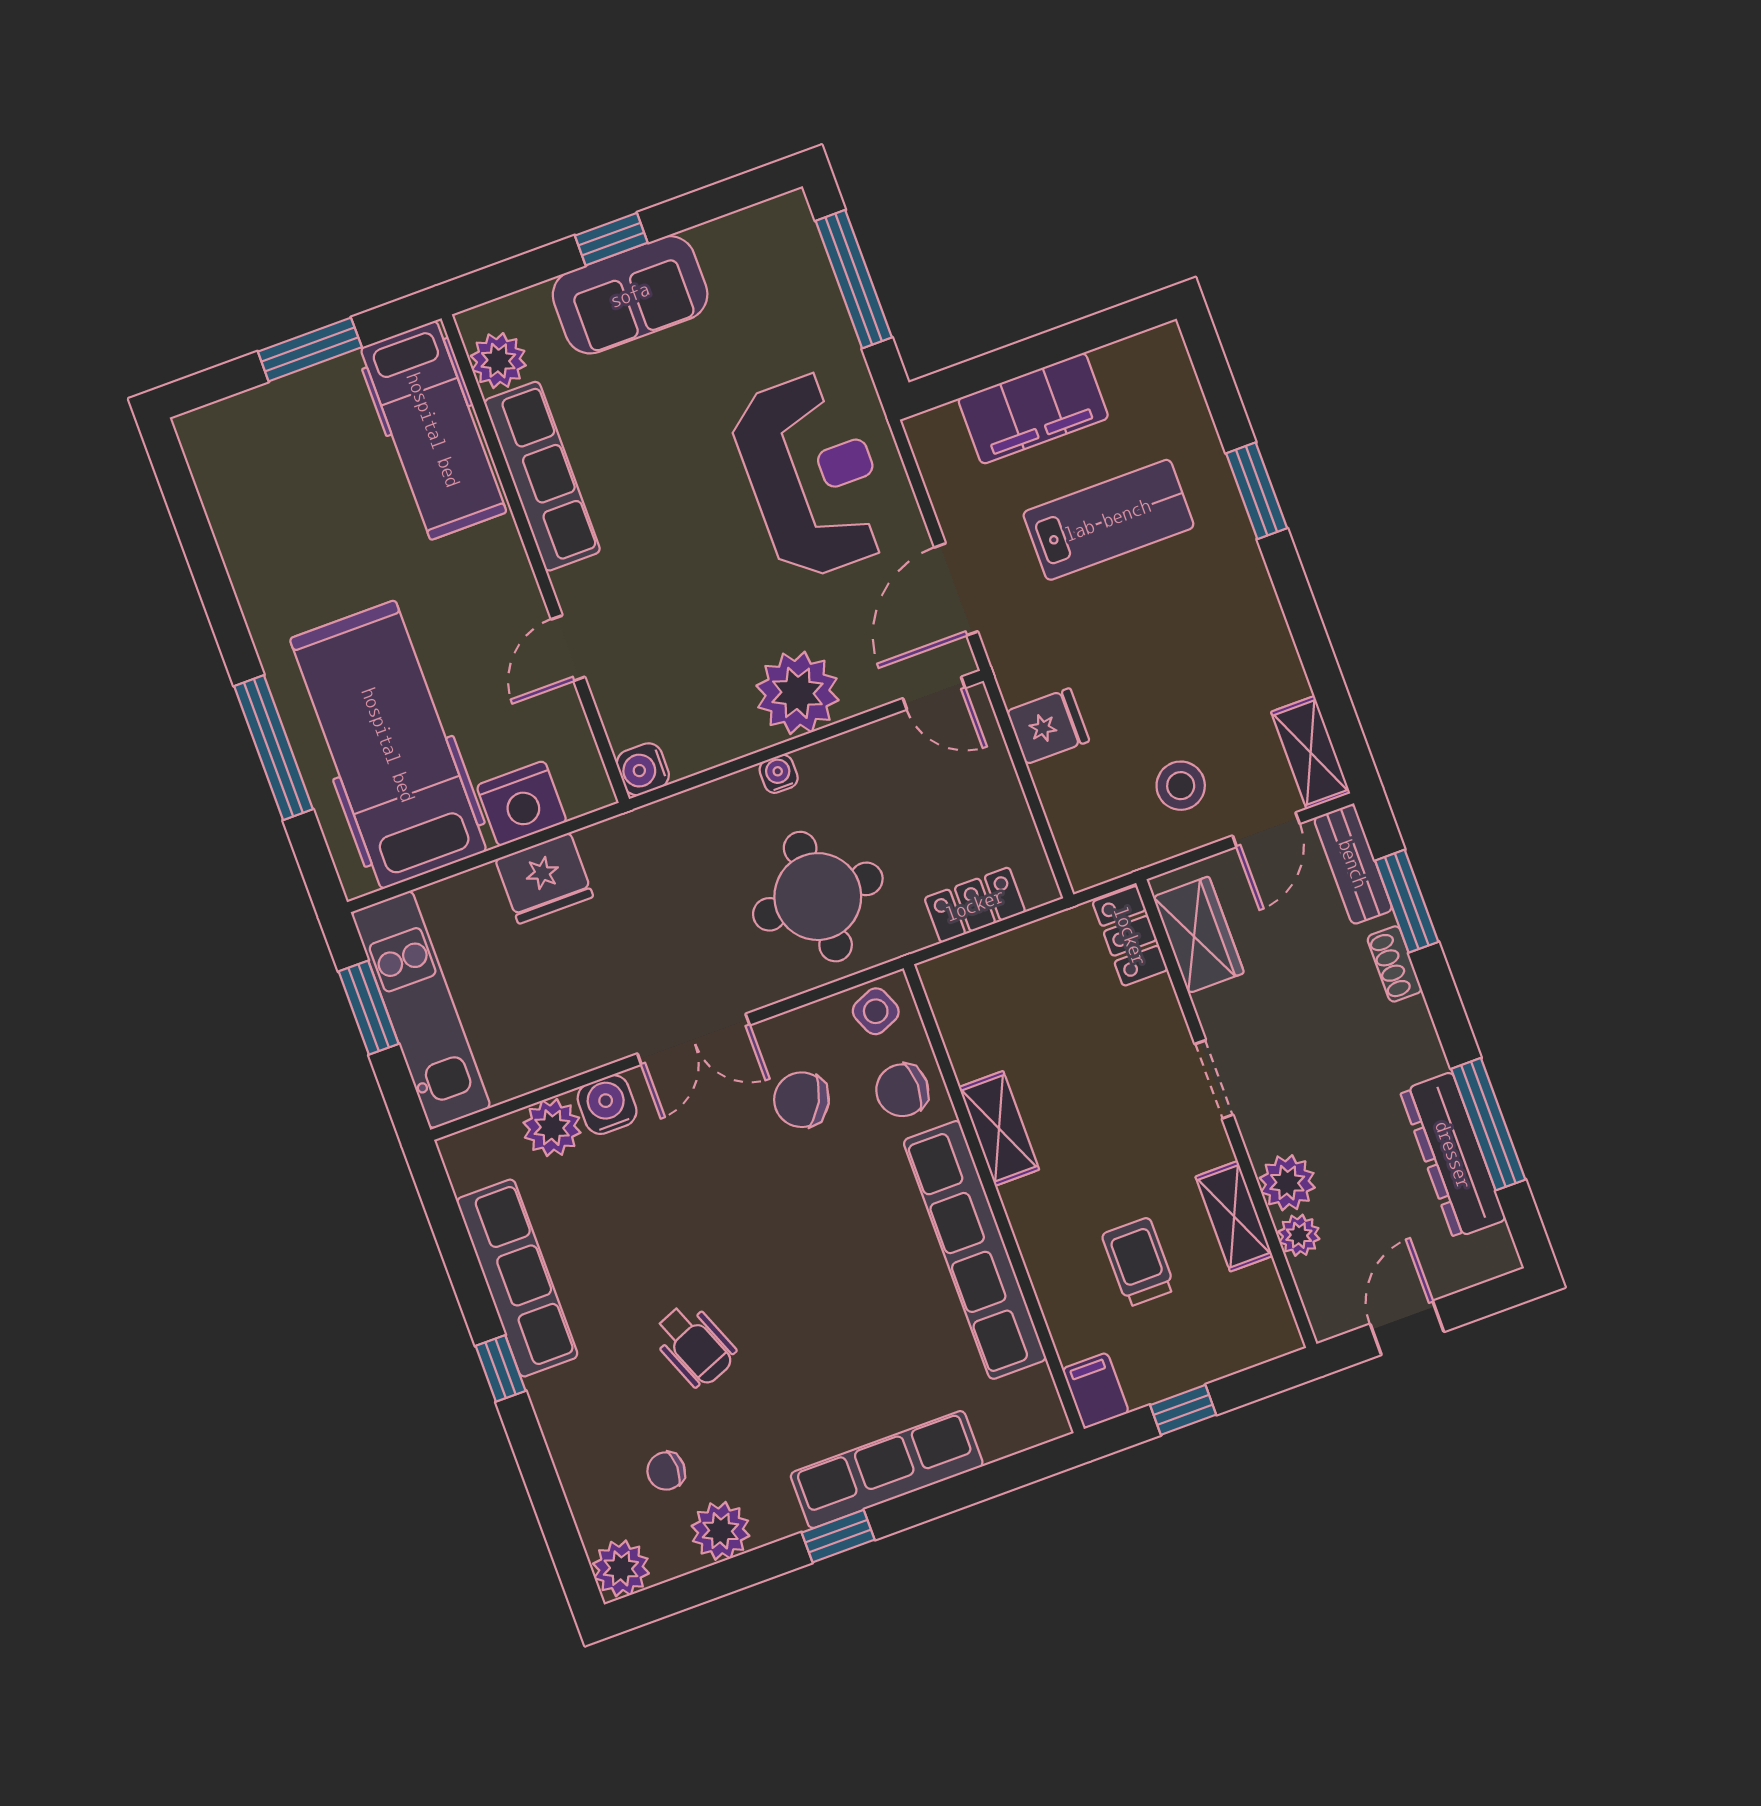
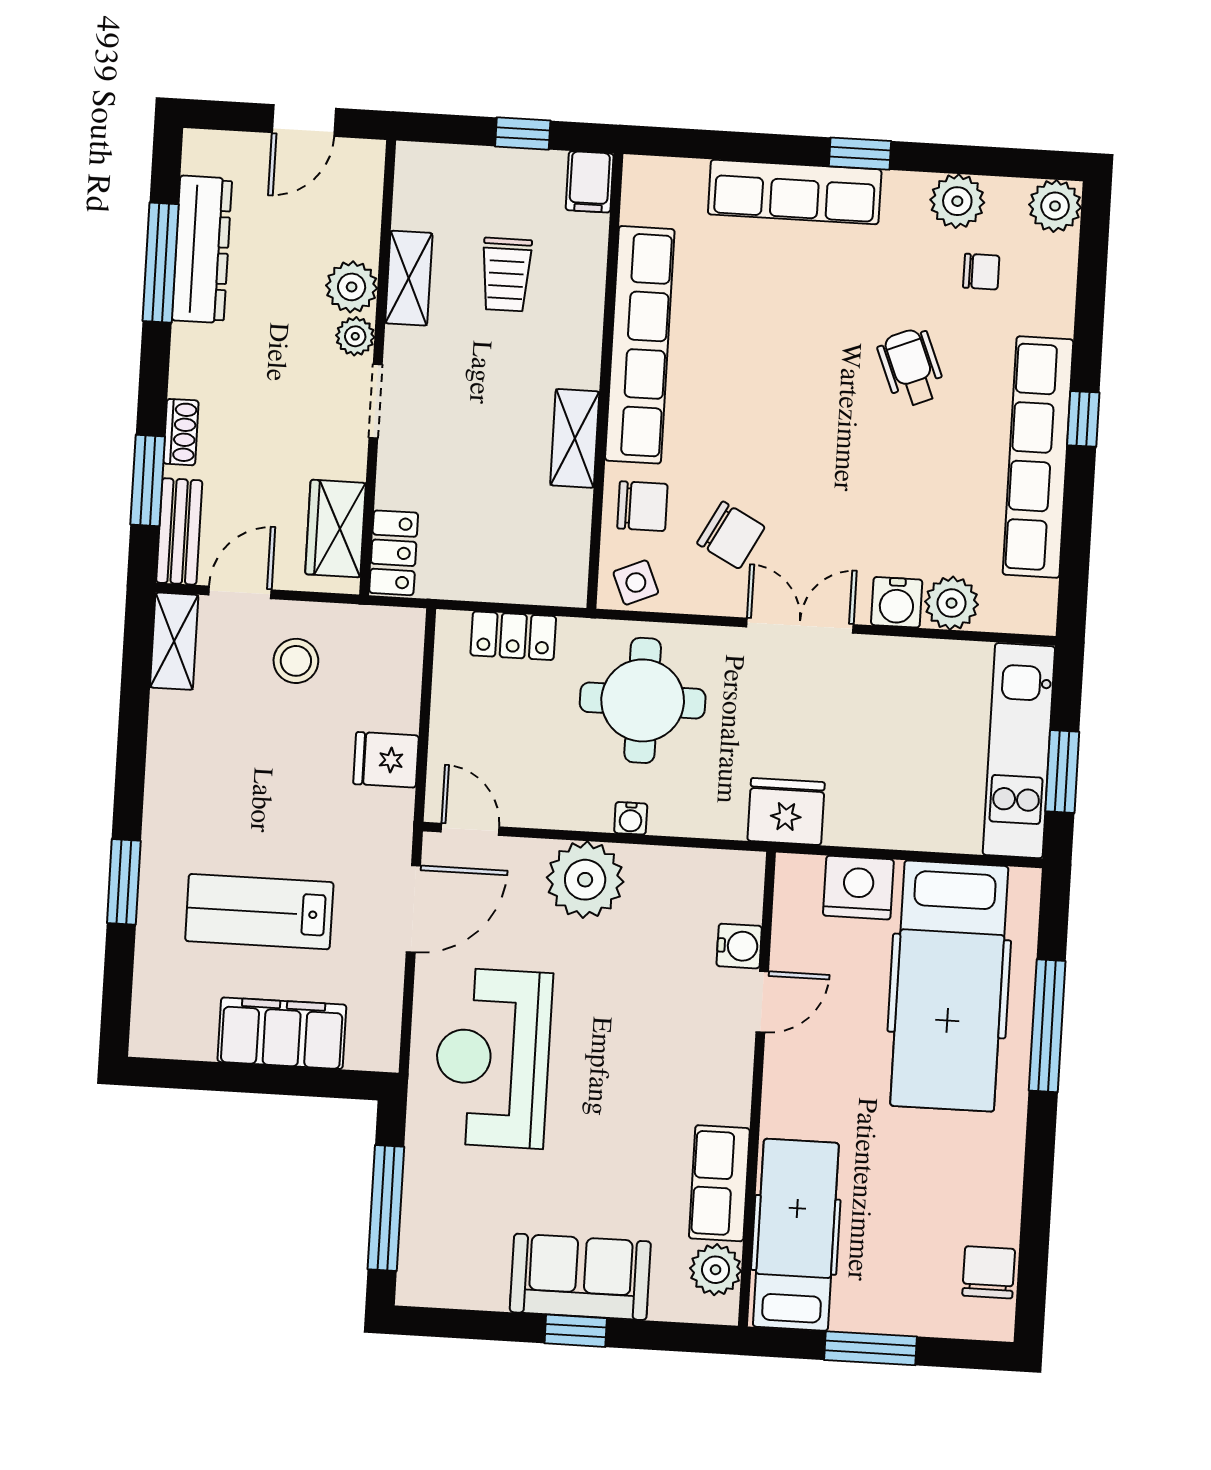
chair: (225, 476) -> (989, 1272), added
row of seats: (542, 476) -> (719, 1183), width x0.68
water cooler: (643, 769) -> (739, 946), moved
fridge: (544, 878) -> (786, 811), moved
plant: (1299, 1235) -> (355, 336), moved
row of seats: (517, 1278) -> (1038, 457), width x1.36

